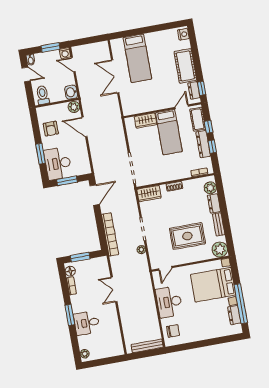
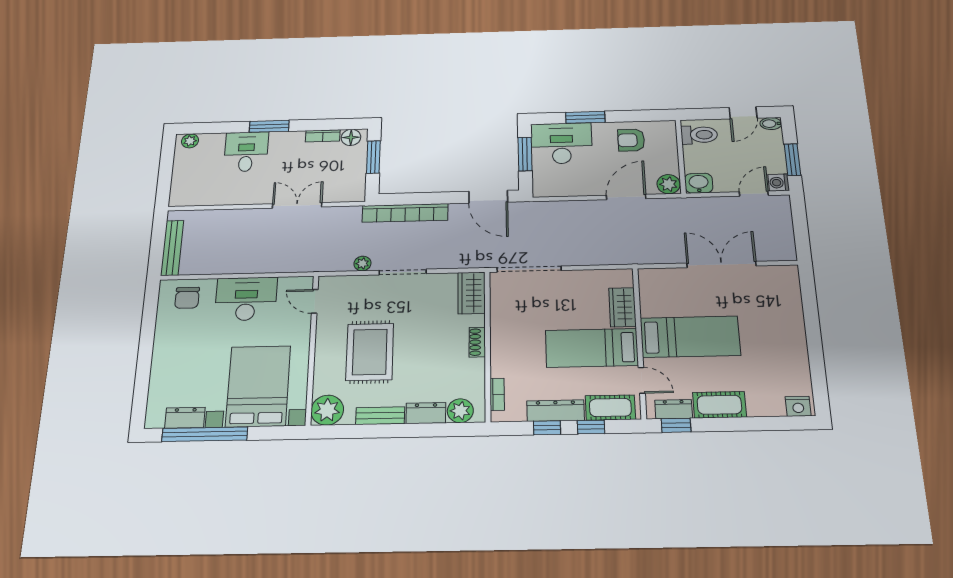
bed: (137, 58) -> (690, 337), moved, turned 180
cot: (185, 66) -> (719, 405), width x0.73, depth x0.75

